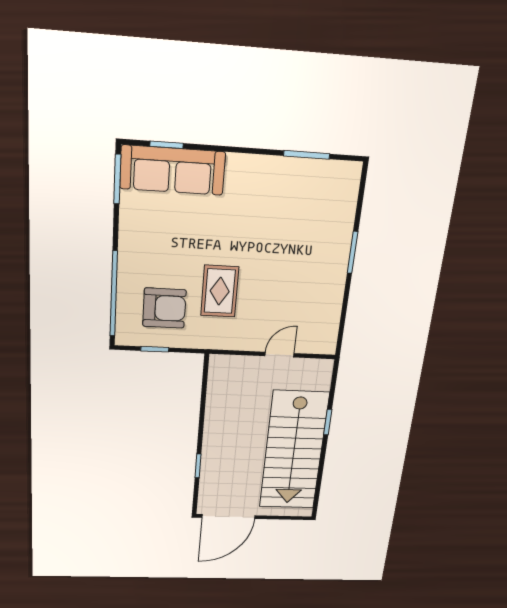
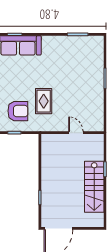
door: (279, 355) -> (76, 133), hinge flipped
stairs: (294, 451) -> (94, 187), width x0.73, depth x0.66

